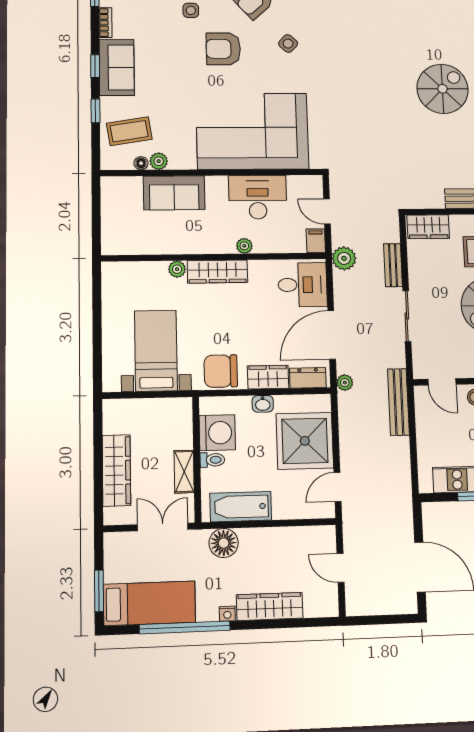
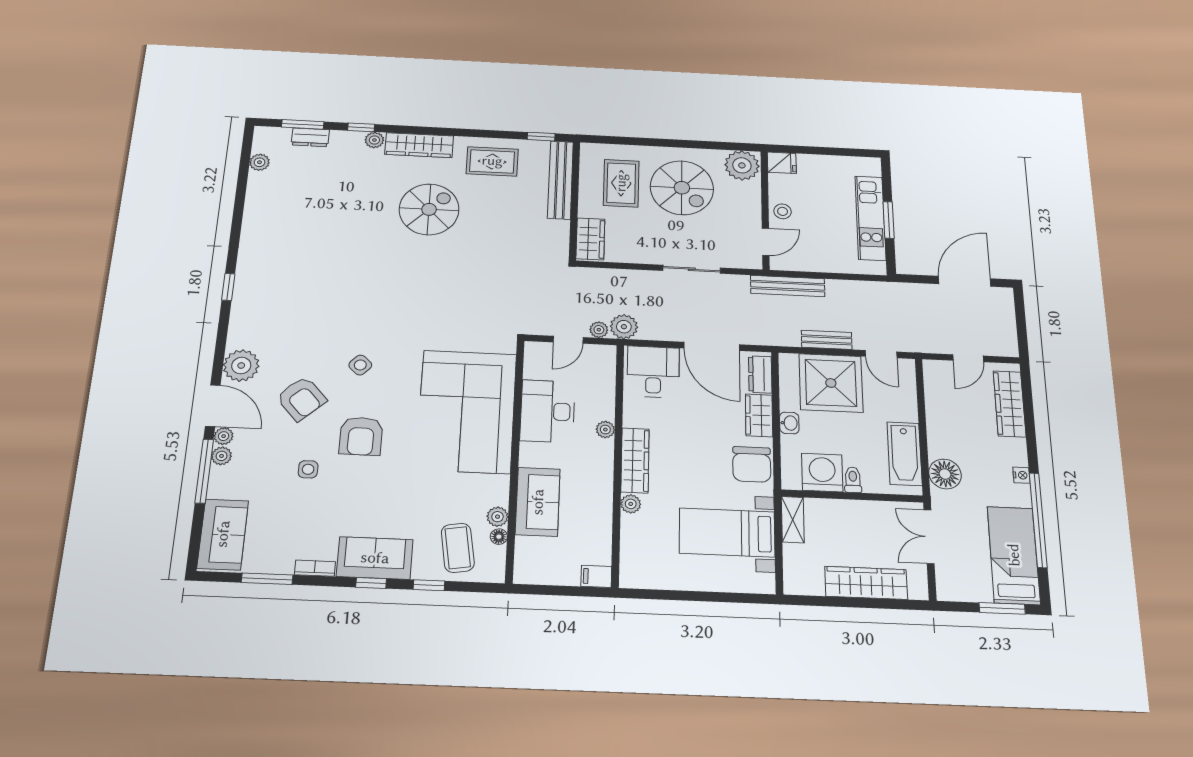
spiral stairs: (443, 89) -> (429, 209), turned 90
filing cabinet: (316, 241) -> (596, 576), moved
bench: (393, 265) -> (827, 340), moved
plant: (345, 383) -> (599, 330), moved
shelving: (184, 472) -> (793, 520), moved, turned 90
wardrobe: (270, 606) -> (1010, 404), moved

